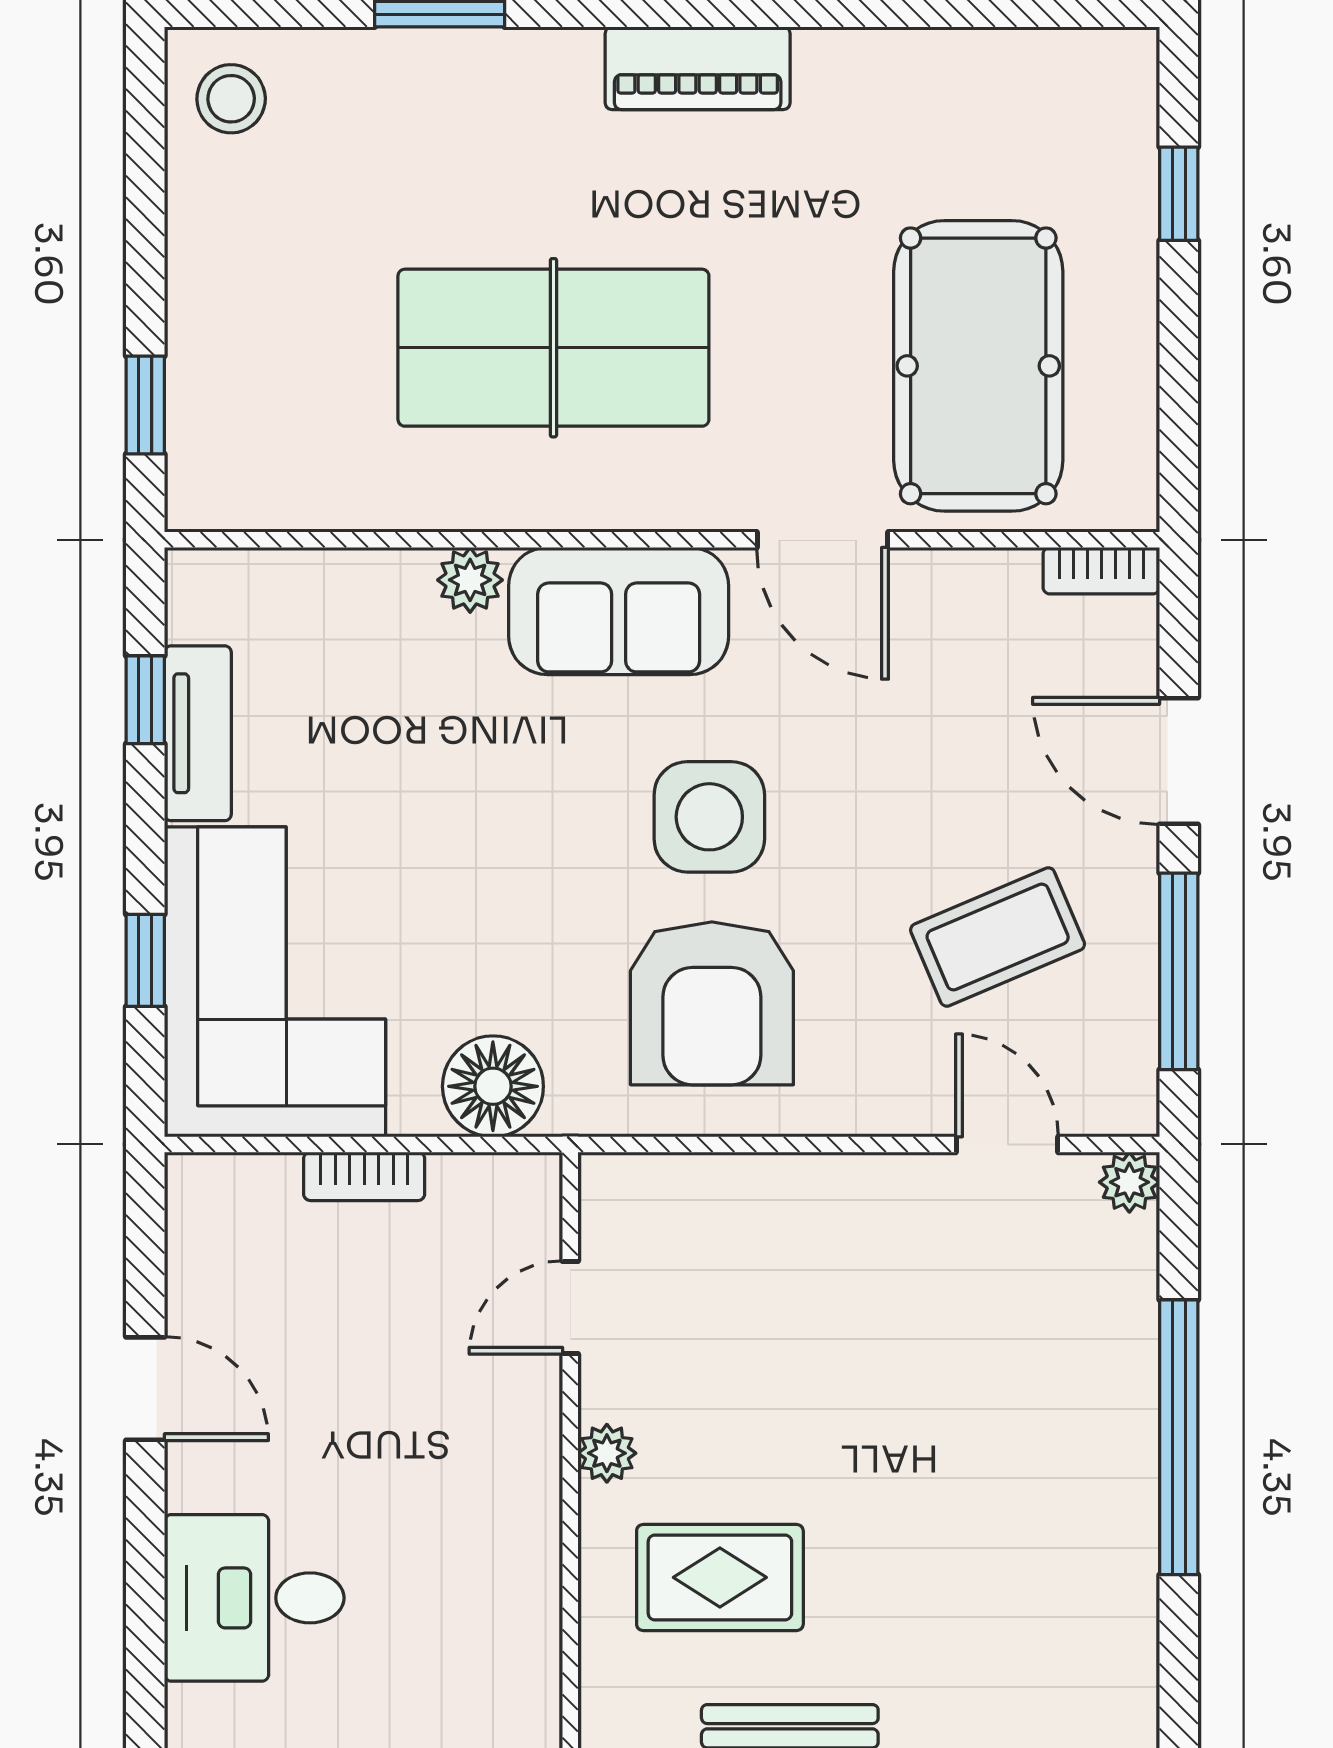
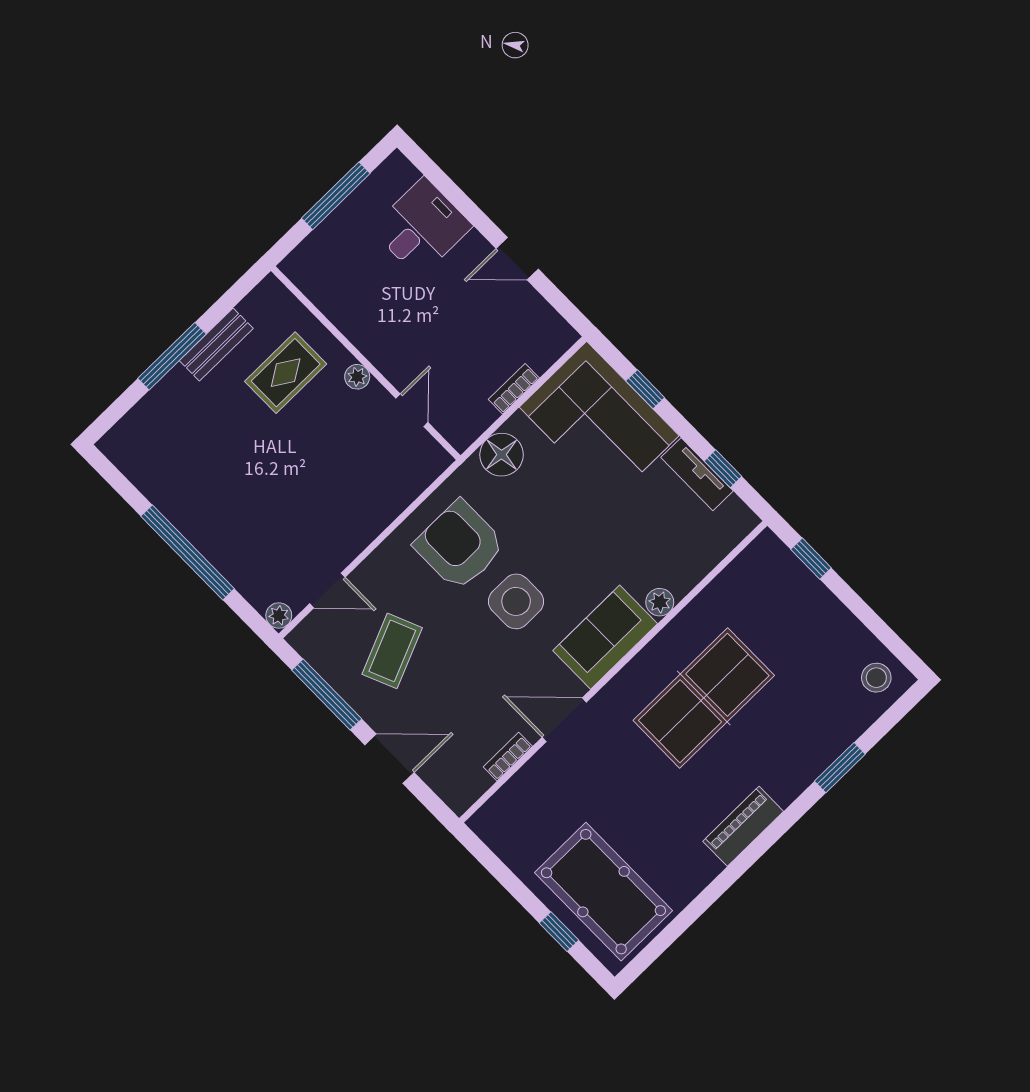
pool table: (978, 366) -> (603, 892), moved
bookcase: (1101, 571) -> (508, 757), moved

